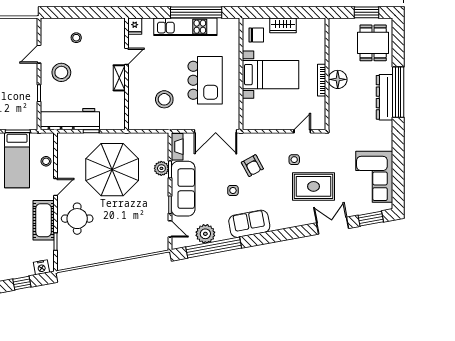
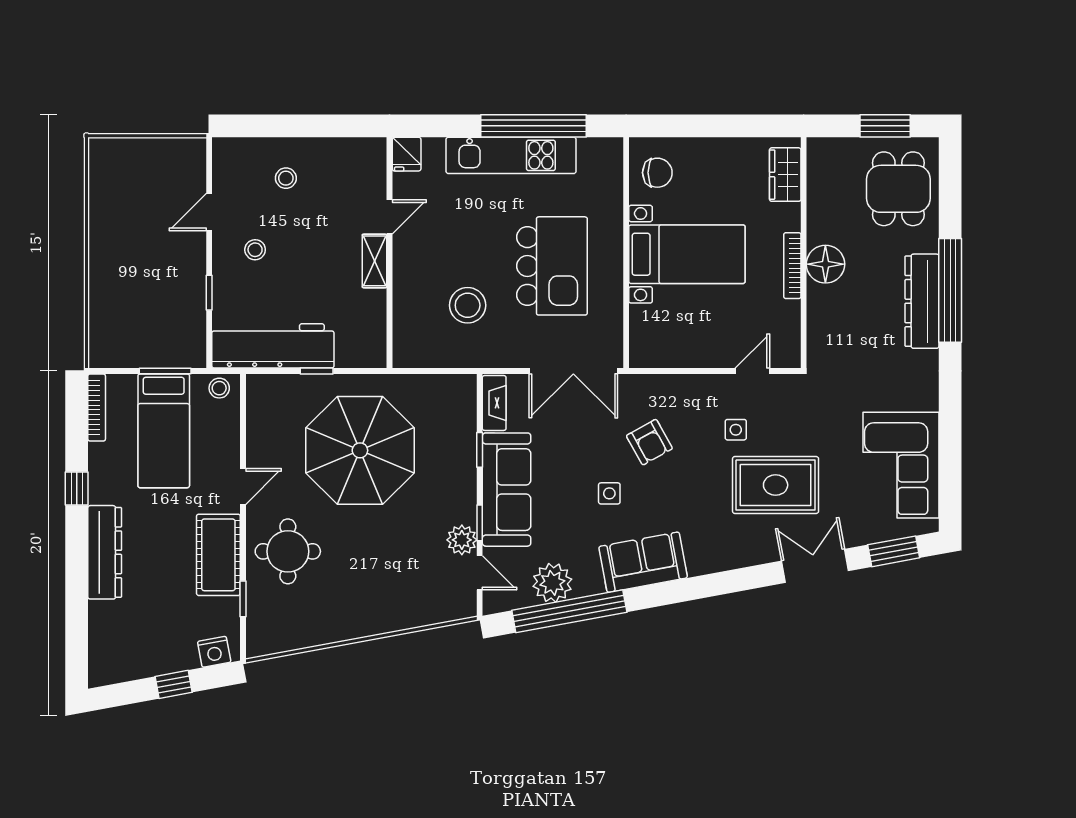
wardrobe: (283, 25) -> (785, 175), moved, turned 90
stool: (61, 72) -> (255, 250), width x0.53, depth x0.53
stool: (46, 161) -> (219, 388), moved
plant: (161, 168) -> (462, 540), moved

